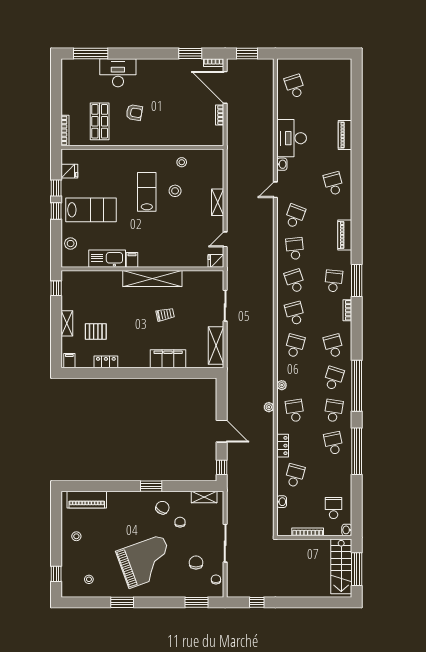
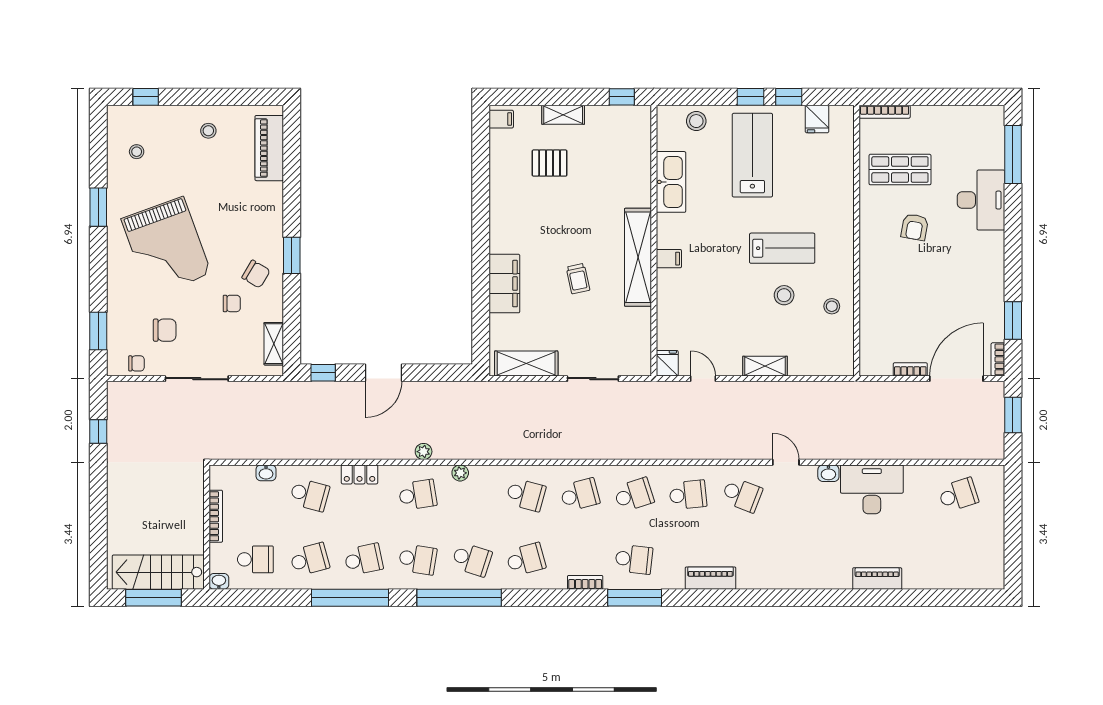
school desk: (334, 184) -> (309, 559), moved
lab bench: (91, 210) -> (752, 155), turned 180
filing cabinet: (132, 260) -> (669, 259), moved
pallet: (96, 332) -> (550, 163), turned 90
locker: (106, 362) -> (499, 180), removed

